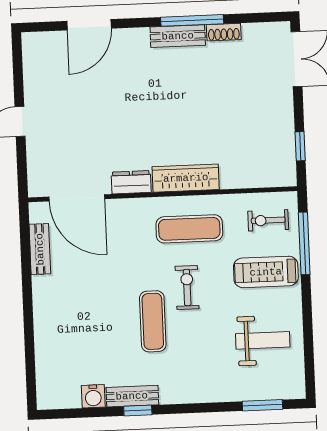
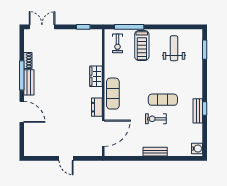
door: (89, 25) -> (22, 112), moved
wardrobe: (186, 178) -> (96, 76), width x0.67
exercise mat: (189, 229) -> (113, 94), moved
bench: (40, 249) -> (155, 152), moved
exercise bike: (187, 288) -> (156, 119), moved
water cooler: (93, 396) -> (197, 149), moved

